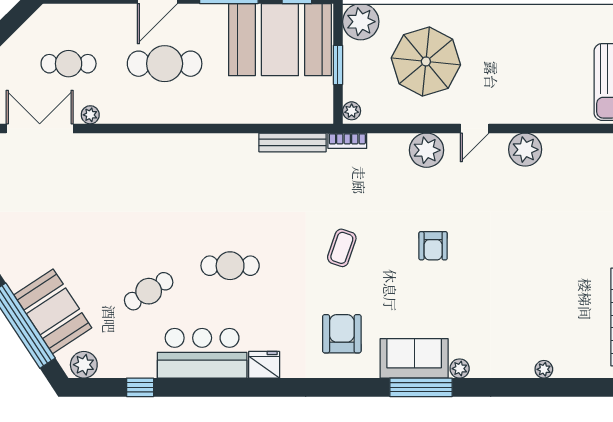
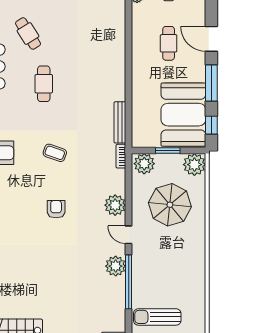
cafe table: (165, 64) -> (169, 43), width x0.73, depth x0.74
plant: (352, 111) -> (144, 164), width x1.88, depth x1.88
window: (551, 128) -> (129, 282), added
armchair: (433, 246) -> (56, 209), turned 90

